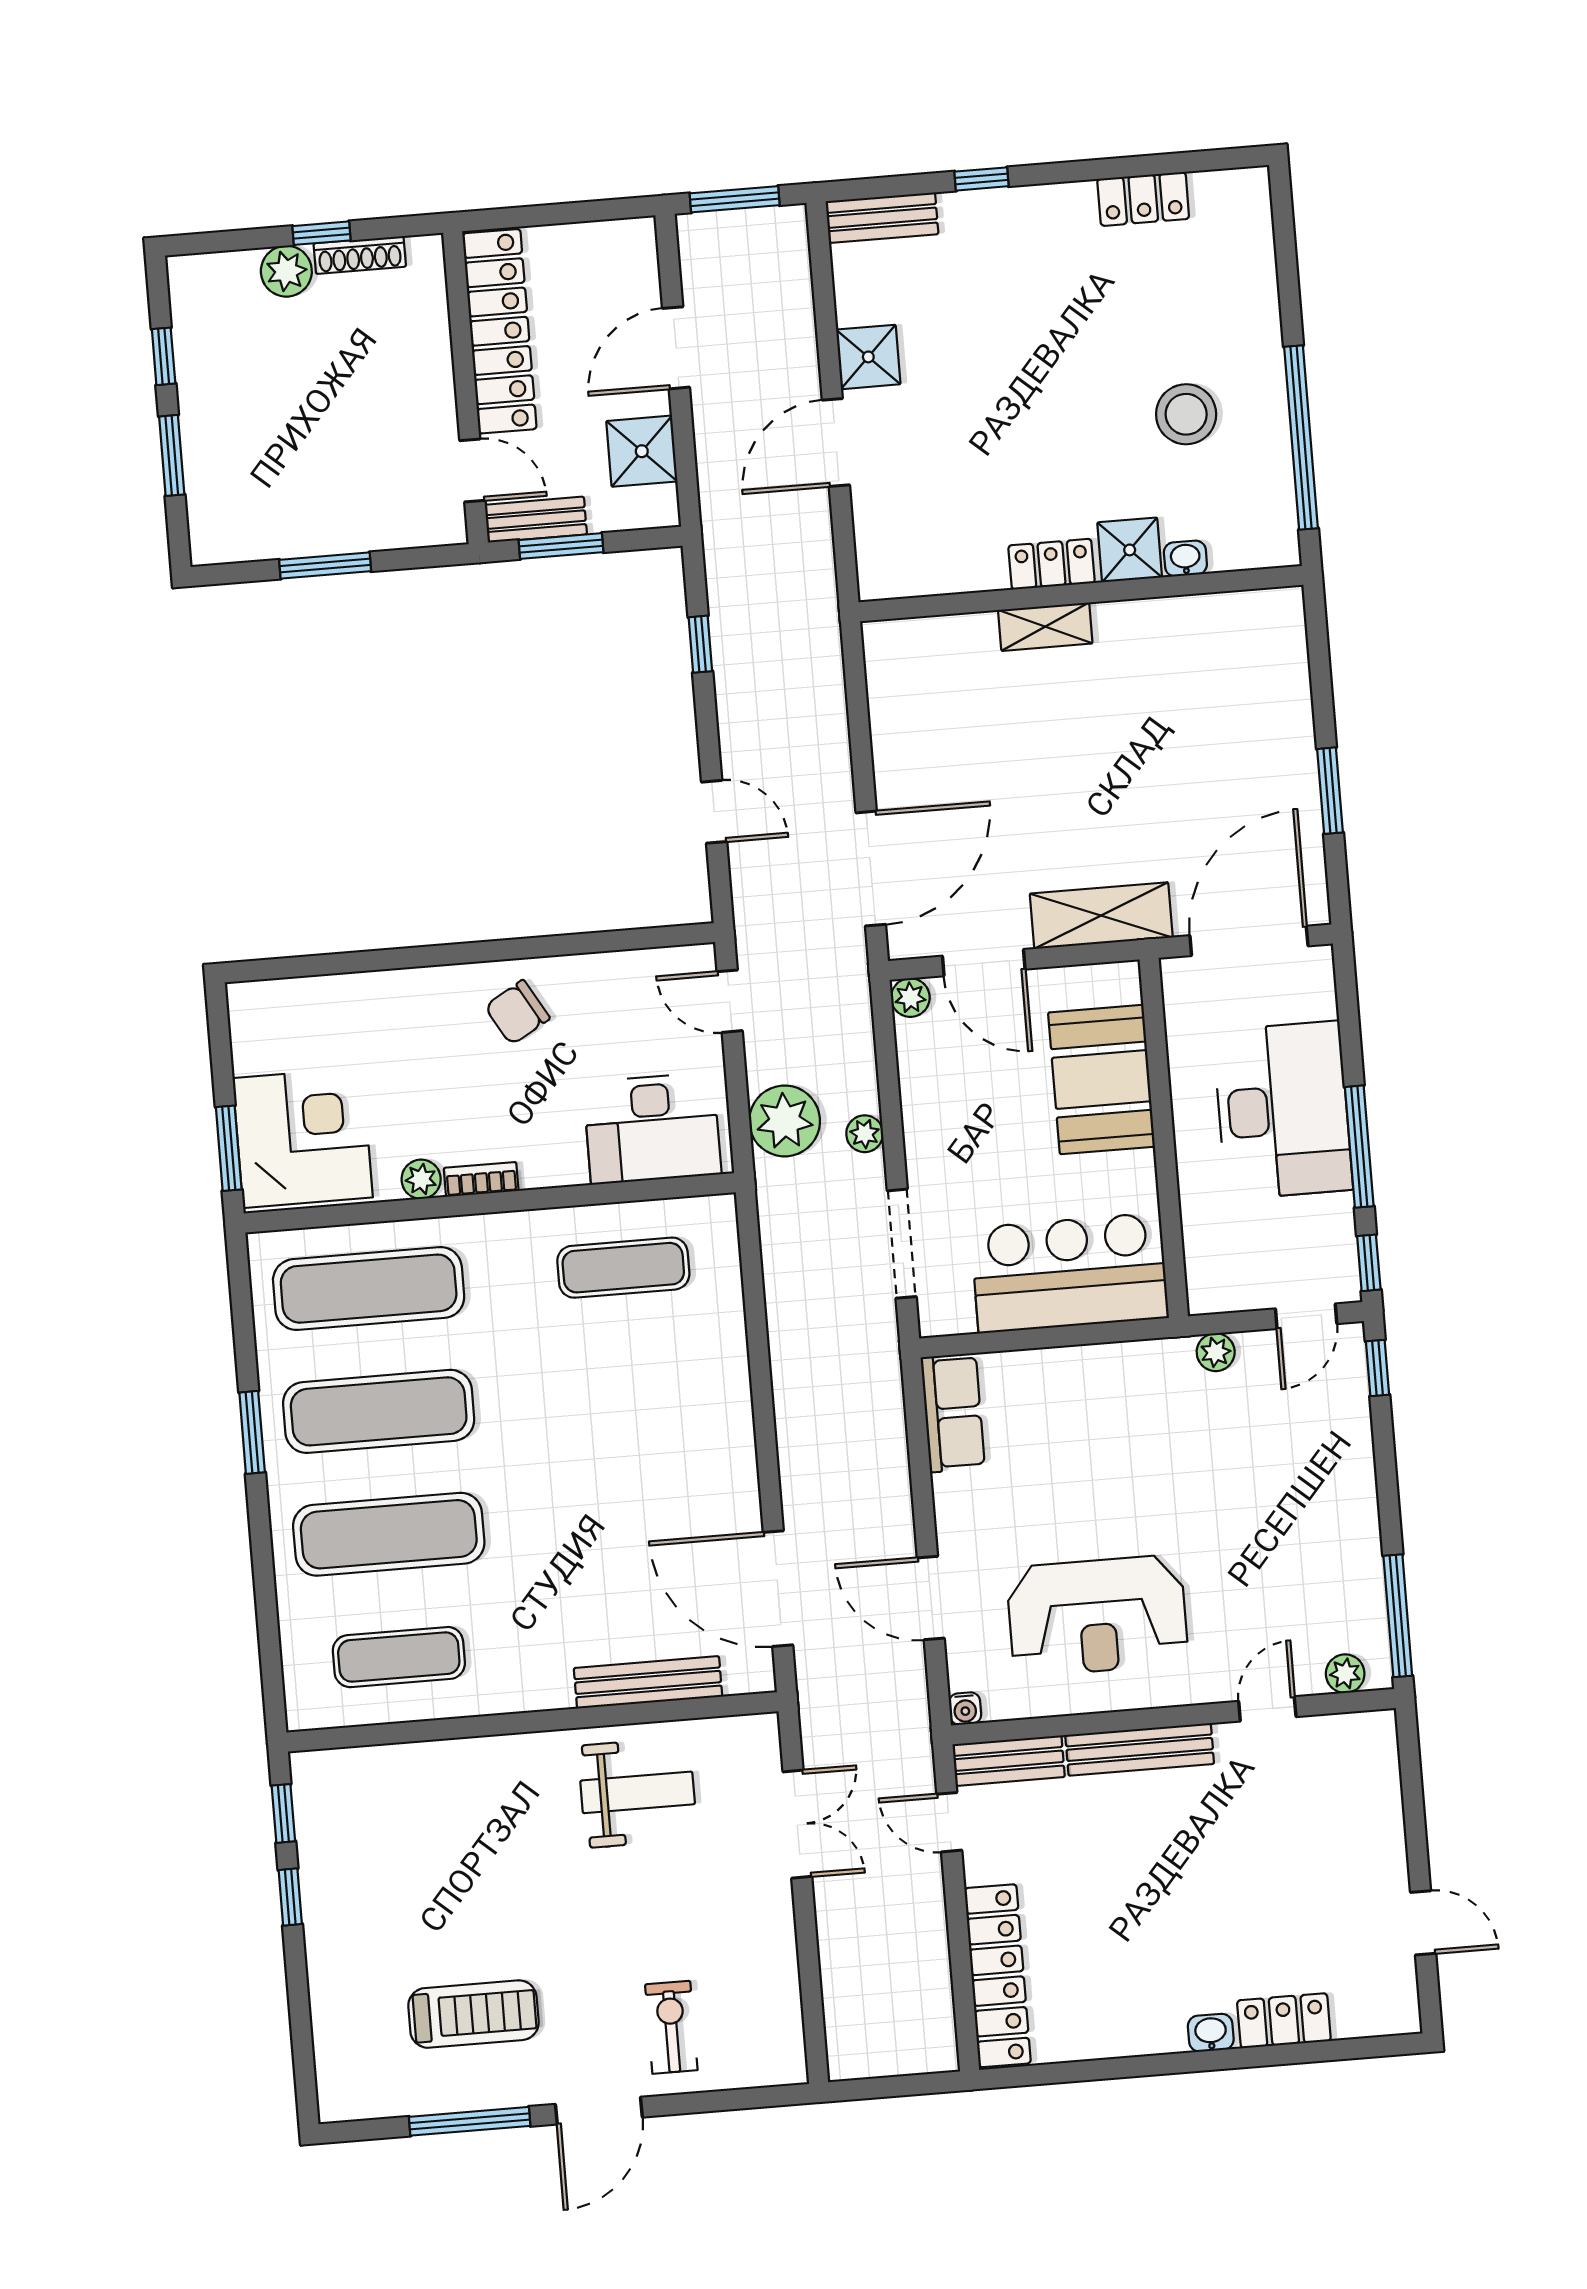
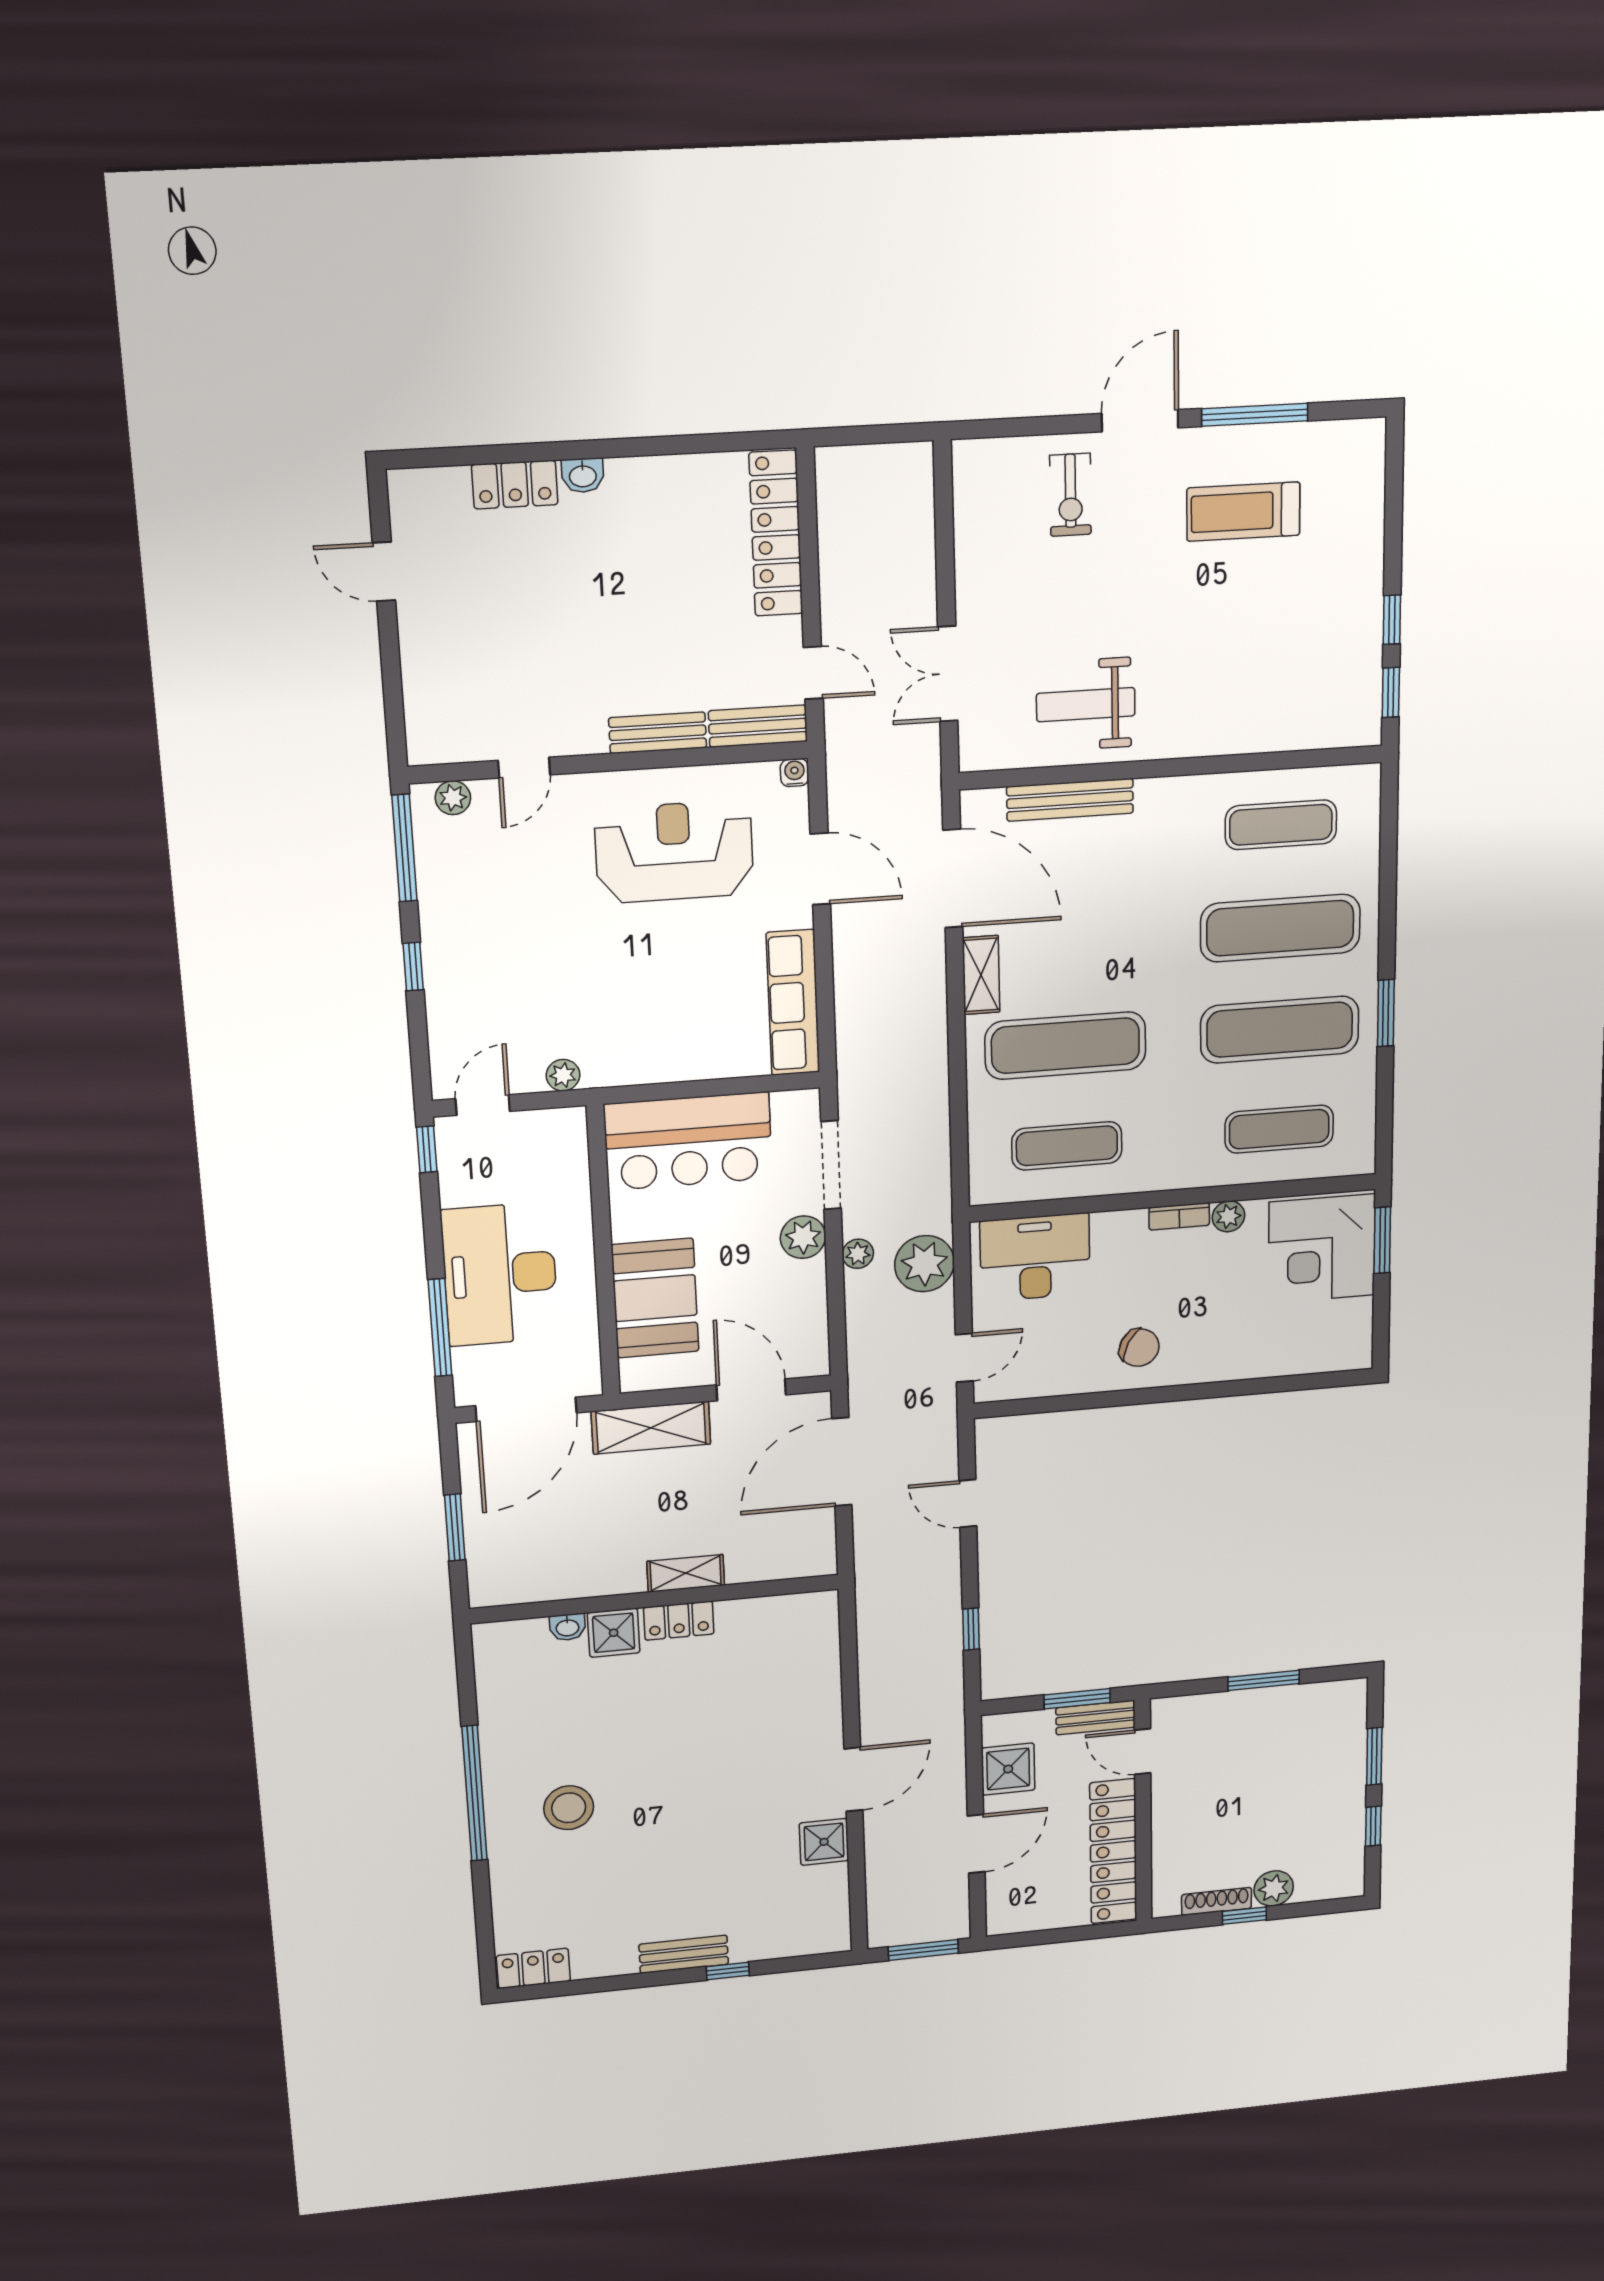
locker: (1143, 199) -> (533, 1968), moved
bench: (882, 218) -> (684, 1954), moved
shower: (1130, 550) -> (614, 1633), moved
washbasin: (1185, 558) -> (567, 1627), moved
locker: (1052, 564) -> (679, 1621), moved
wall: (1081, 594) -> (655, 1599), moved
shelving: (1045, 627) -> (686, 1573), moved
plant: (910, 998) -> (803, 1237), moved, width x1.38, depth x1.38
door: (730, 1001) -> (964, 1358), hinge flipped
chair: (517, 1012) -> (1139, 1348), turned 58
window: (1359, 1147) -> (440, 1328), moved
exercise mat: (369, 1289) -> (1279, 1129), width x0.73, depth x0.69
window: (1377, 1368) -> (413, 967), moved
exercise mat: (633, 1390) -> (1065, 1046), added
row of seats: (953, 1413) -> (793, 1002), width x1.48
shelving: (738, 1475) -> (981, 975), added
bench: (1140, 1749) -> (658, 733), width x0.73

